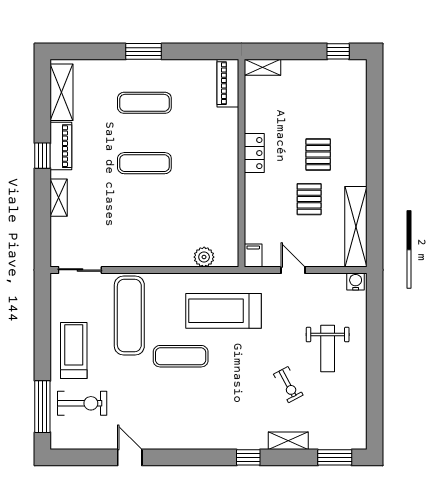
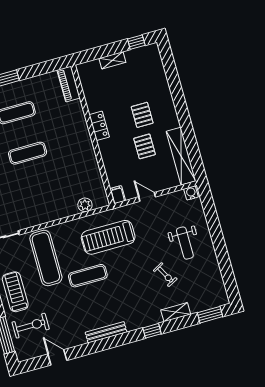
shelving: (263, 67) -> (112, 60), moved
bench: (184, 442) -> (106, 332), added
door: (130, 457) -> (57, 357), moved

